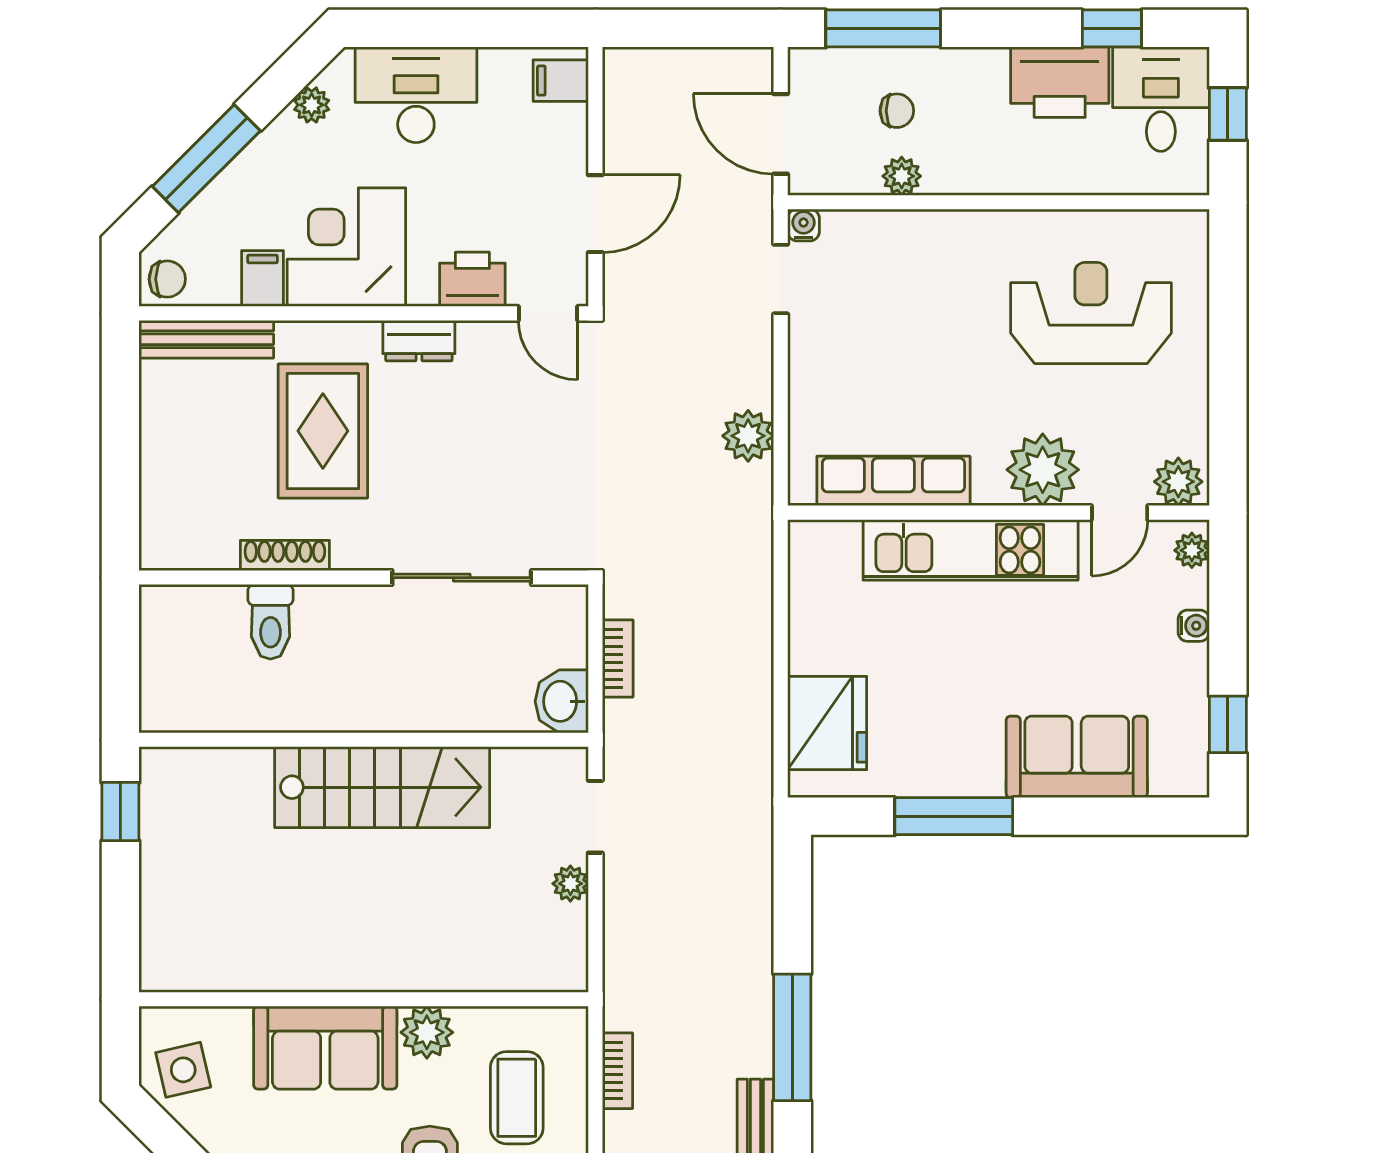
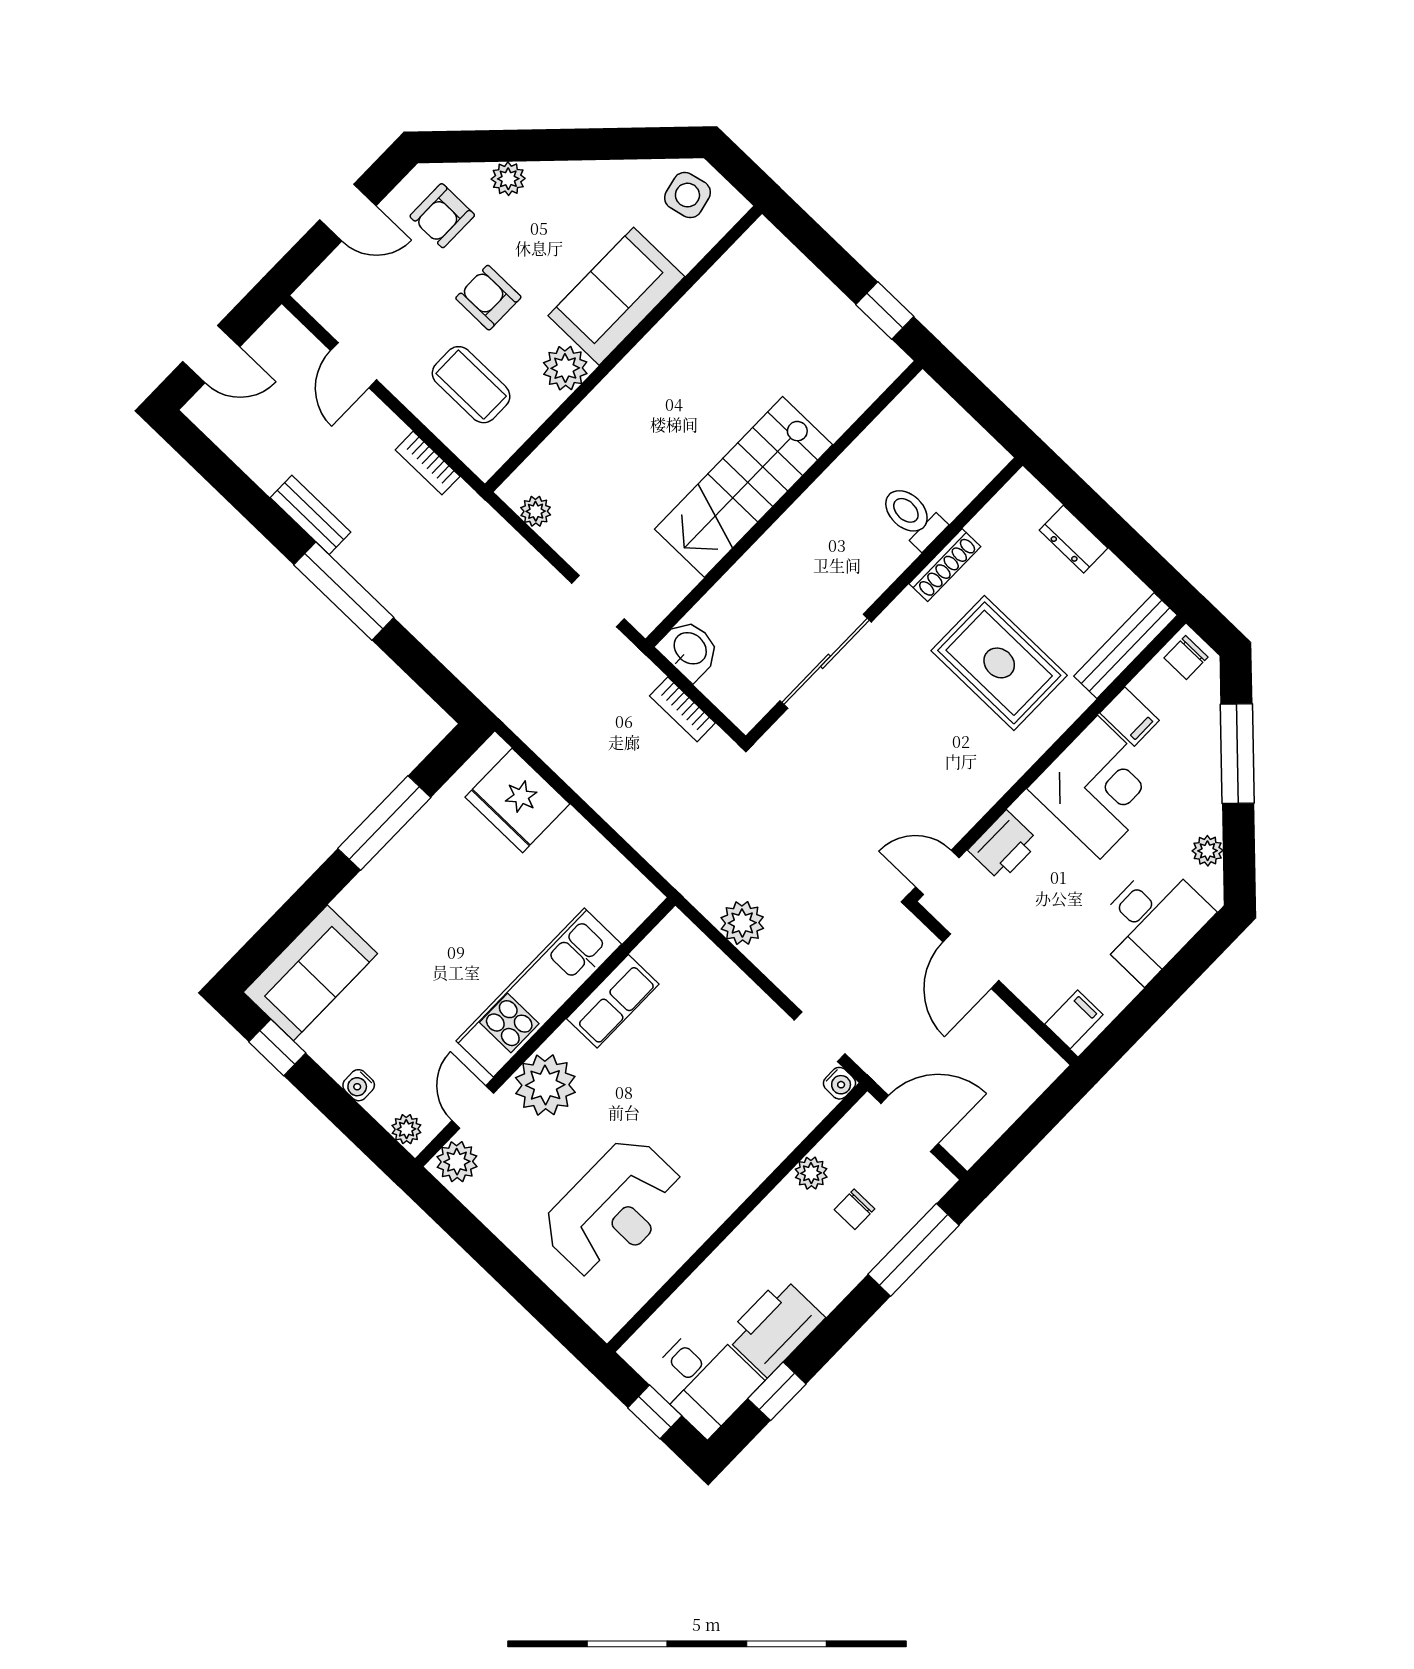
dresser: (419, 341) -> (1074, 539), moved, turned -90
row of seats: (893, 481) -> (613, 1001), width x0.68
sofa: (1077, 757) -> (310, 973), moved
plant: (570, 884) -> (536, 511), moved

